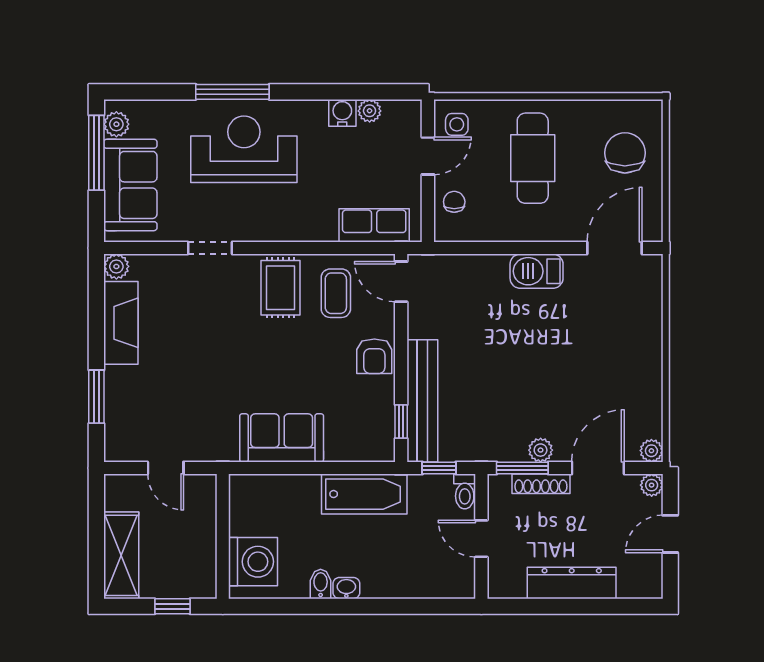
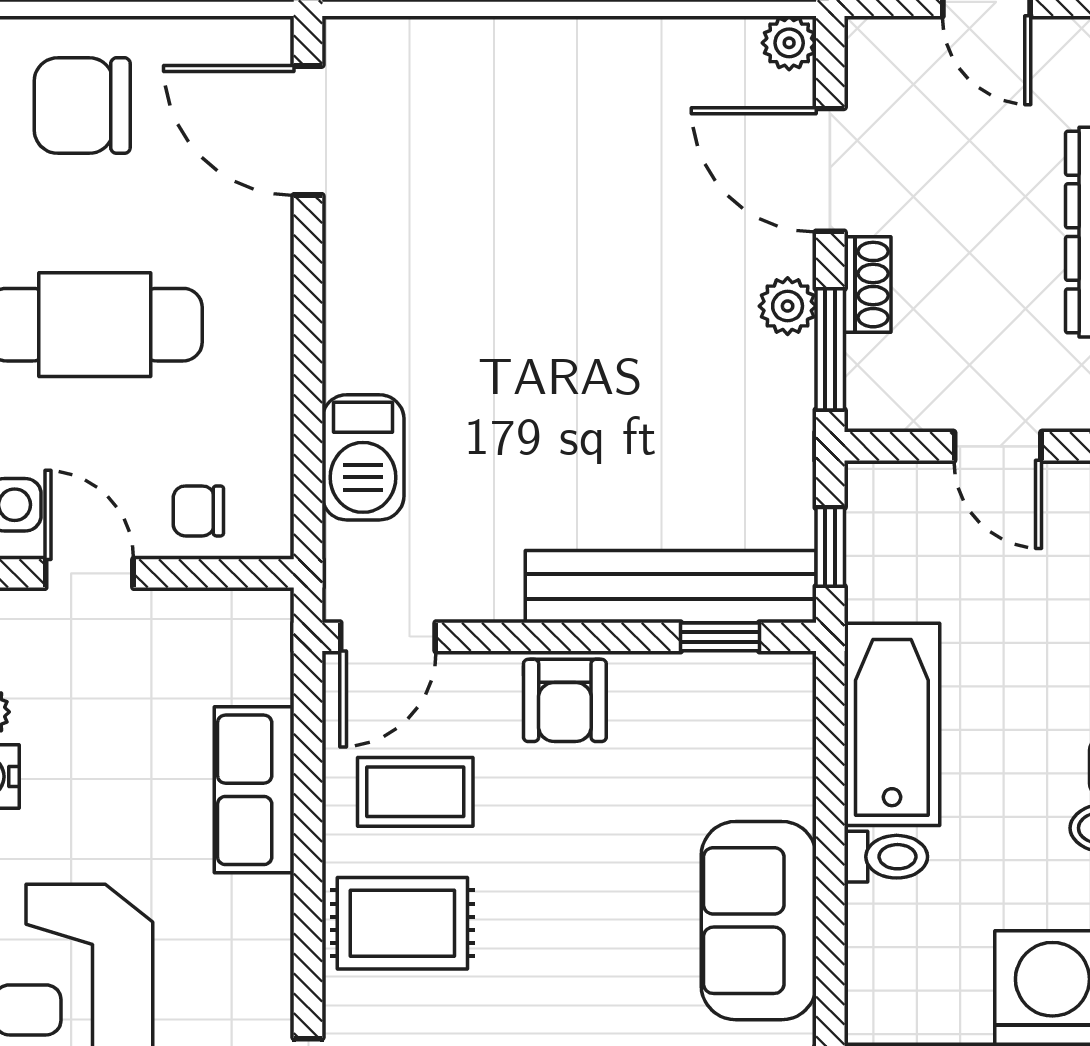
row of seats: (374, 225) -> (254, 790), moved
barbecue: (537, 271) -> (363, 457), moved
armchair: (374, 356) -> (565, 700), turned 90
shoe rack: (541, 484) -> (868, 285), width x0.70
plant: (652, 485) -> (871, 42), removed
toilet: (465, 491) -> (886, 857), moved
door: (481, 539) -> (998, 446), hinge flipped

